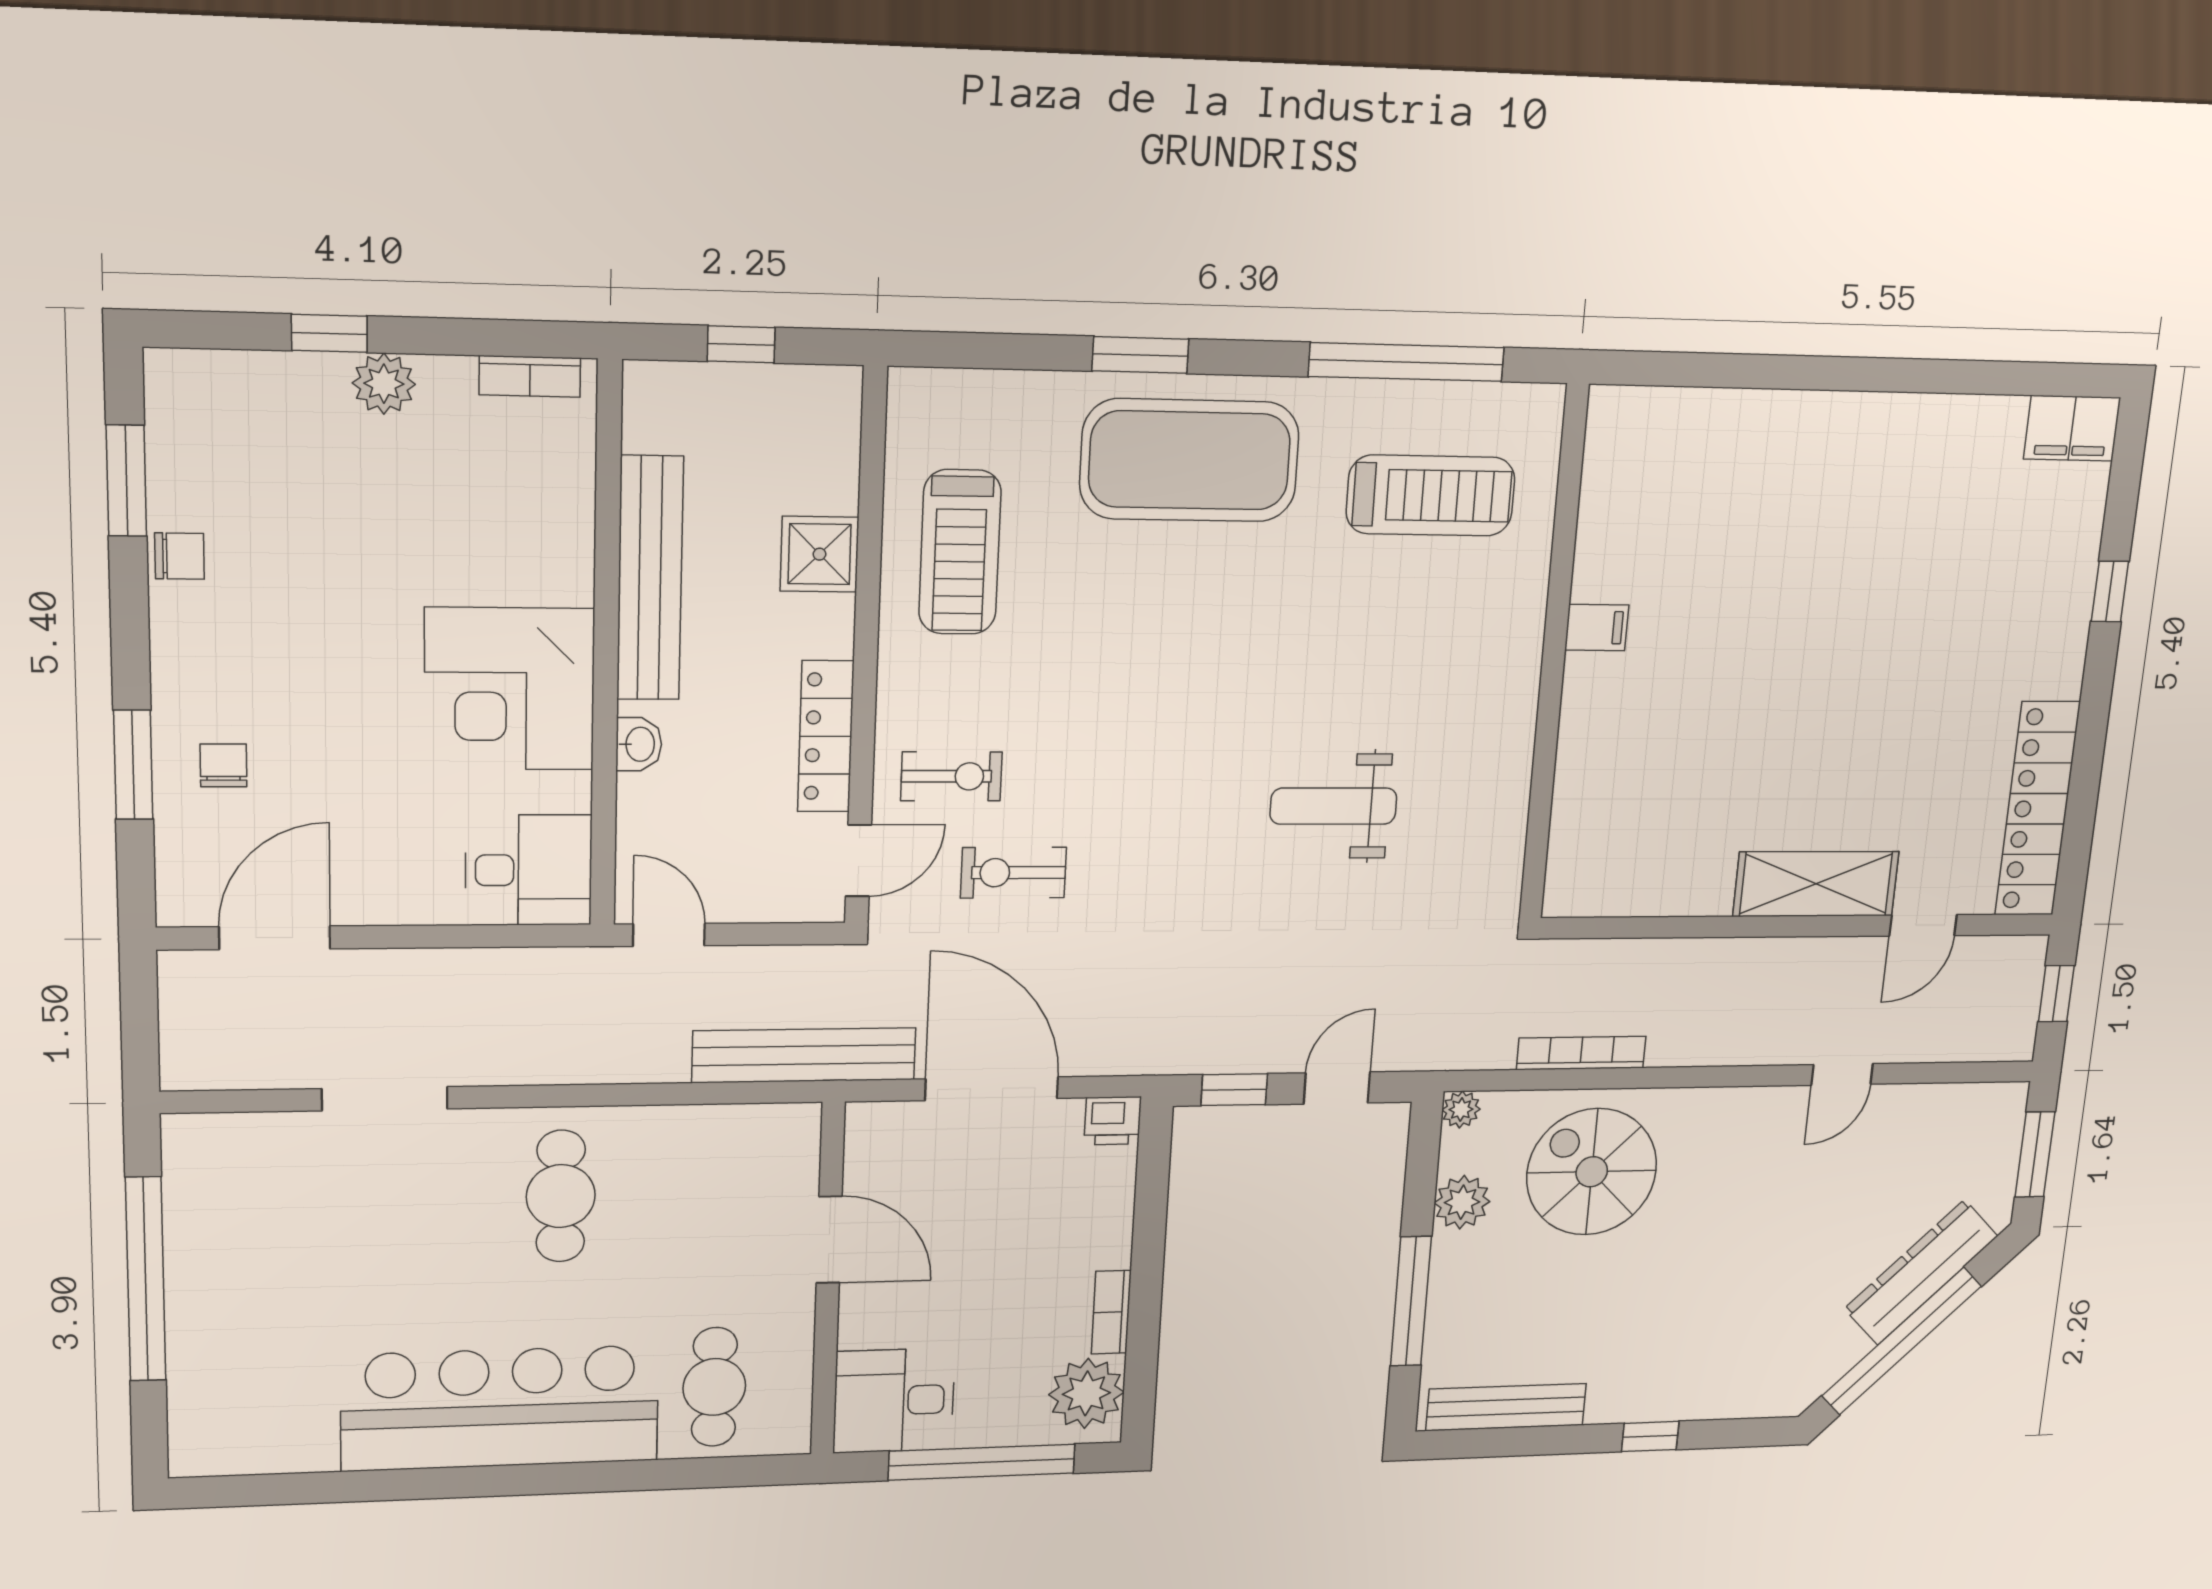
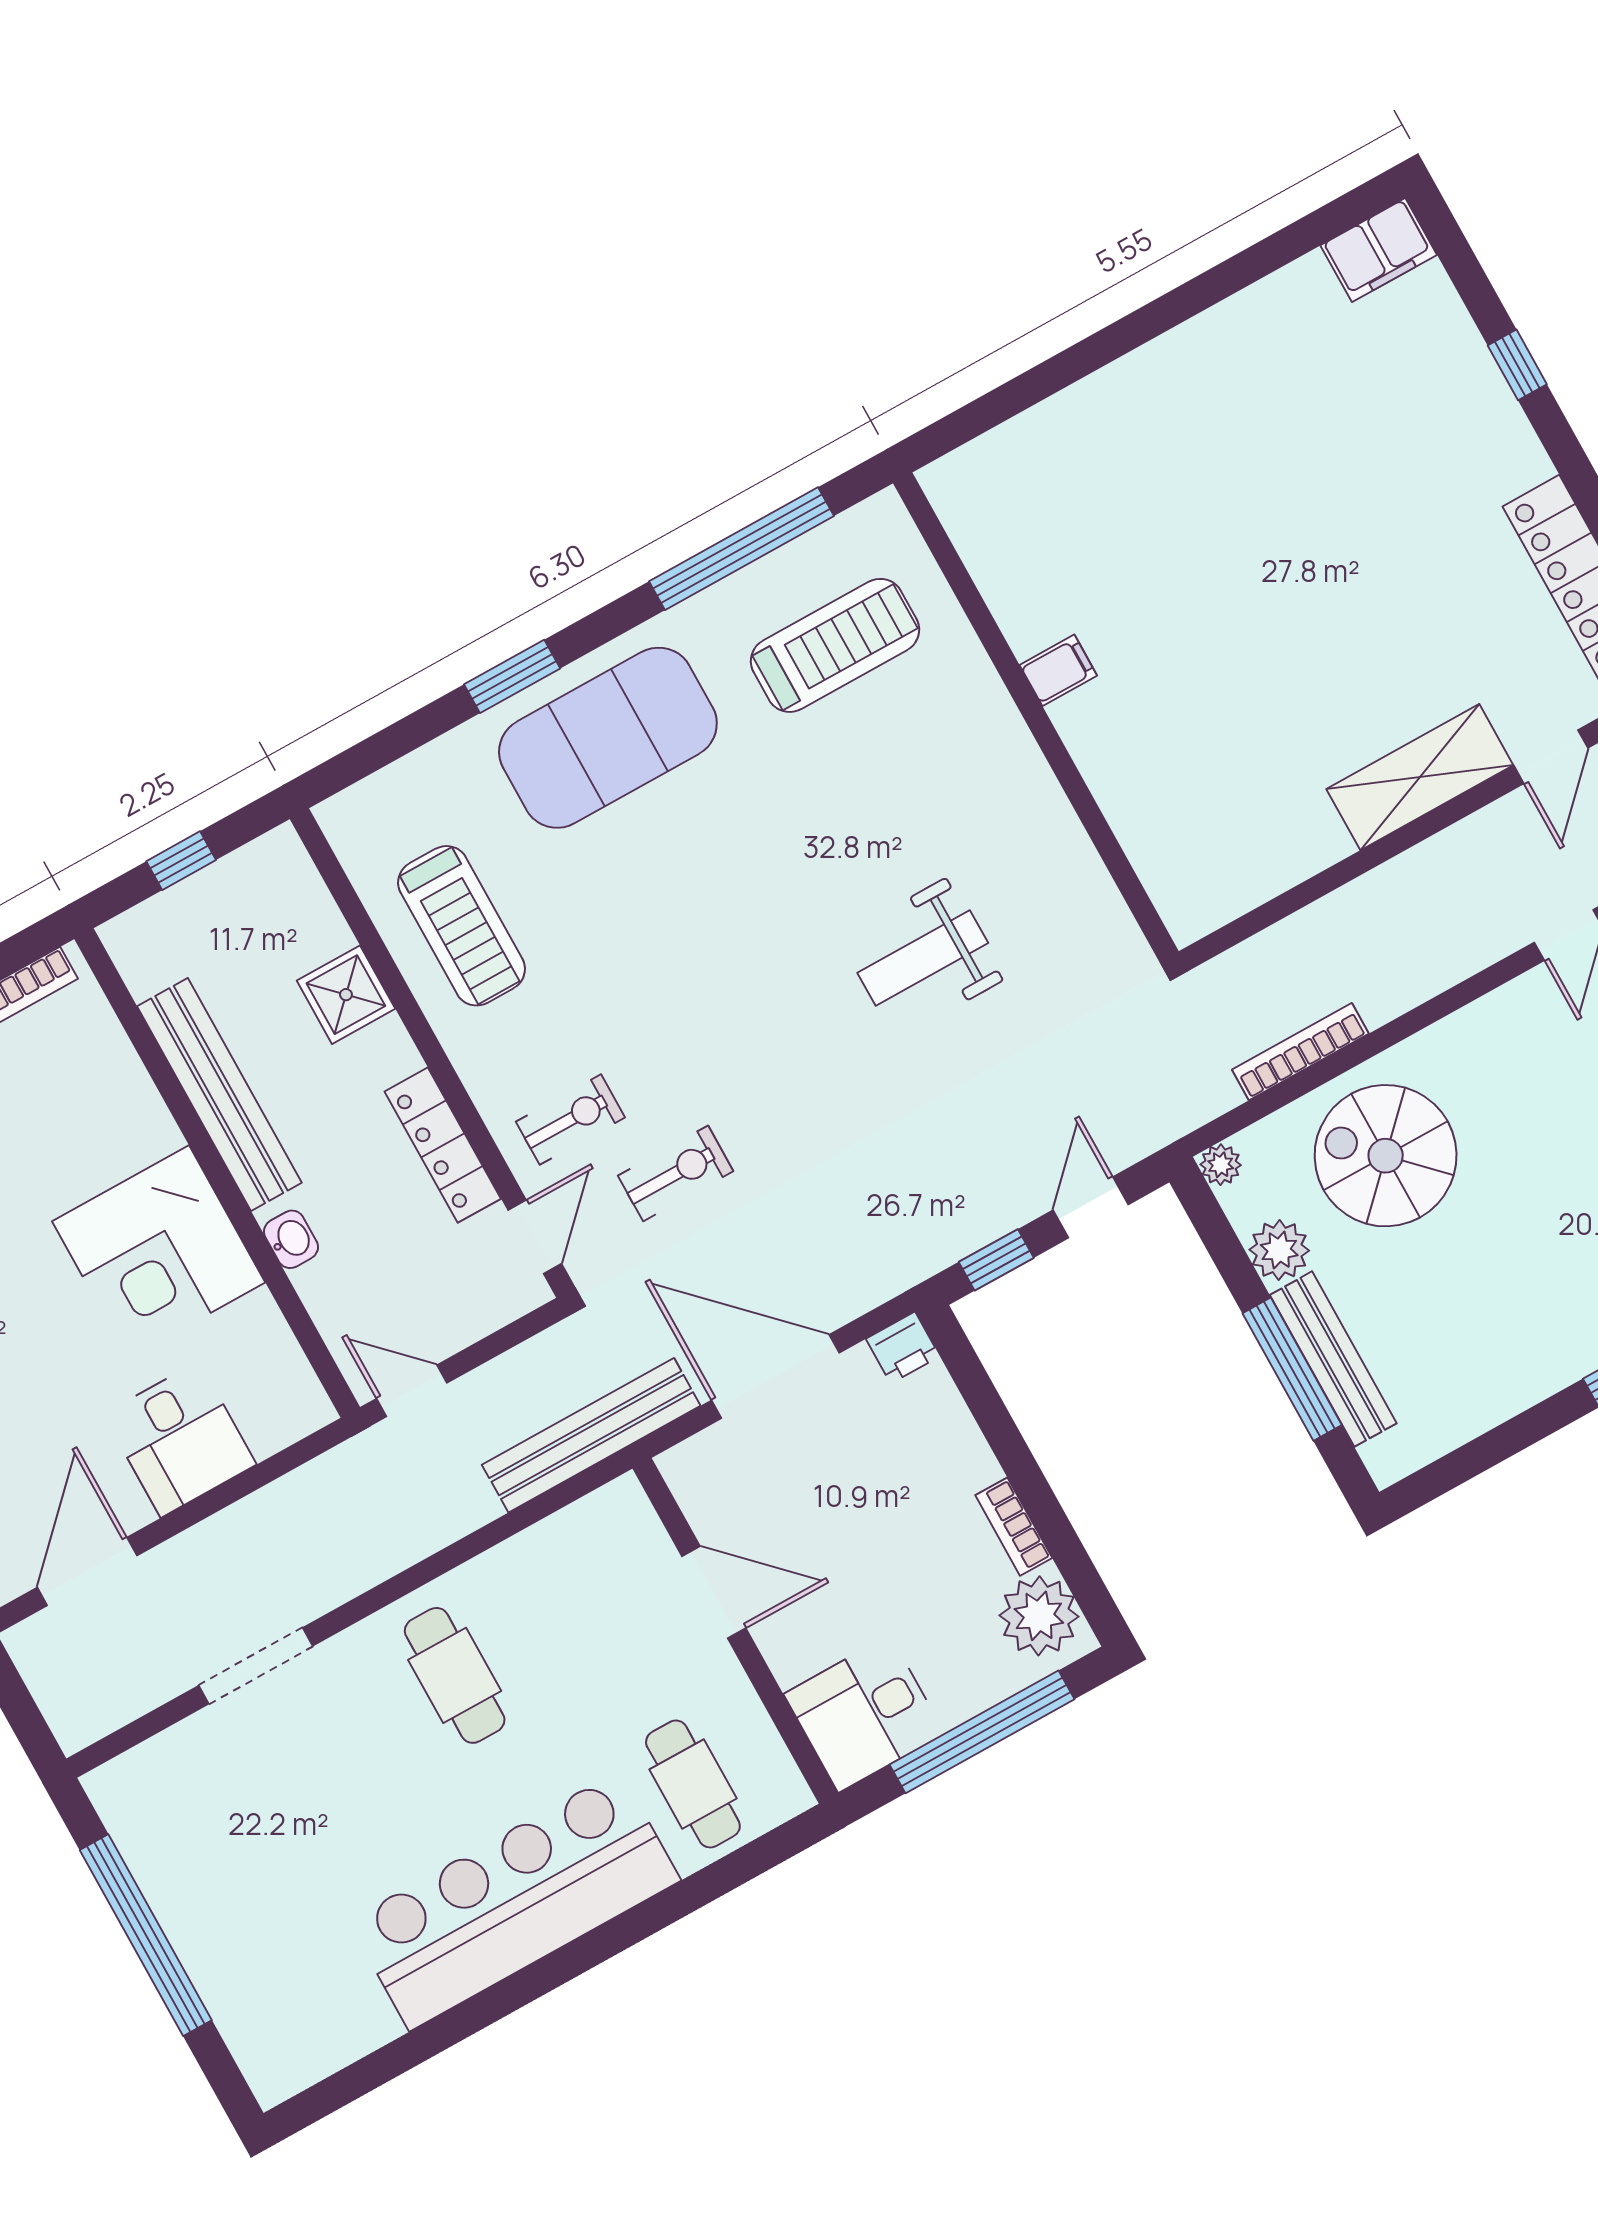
desk: (529, 870) -> (180, 1439), moved, turned 90
exercise bike: (1013, 873) -> (676, 1173), turned 180
bench: (1506, 1407) -> (1333, 1359), moved, turned 90

